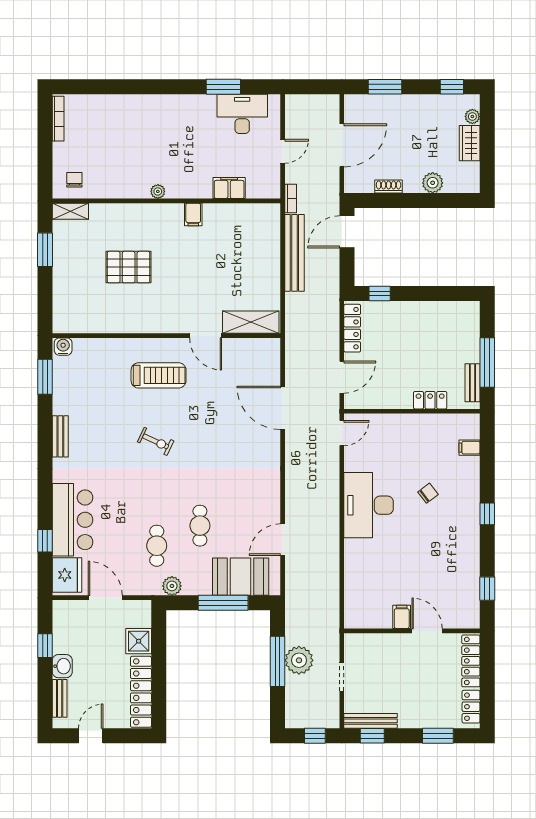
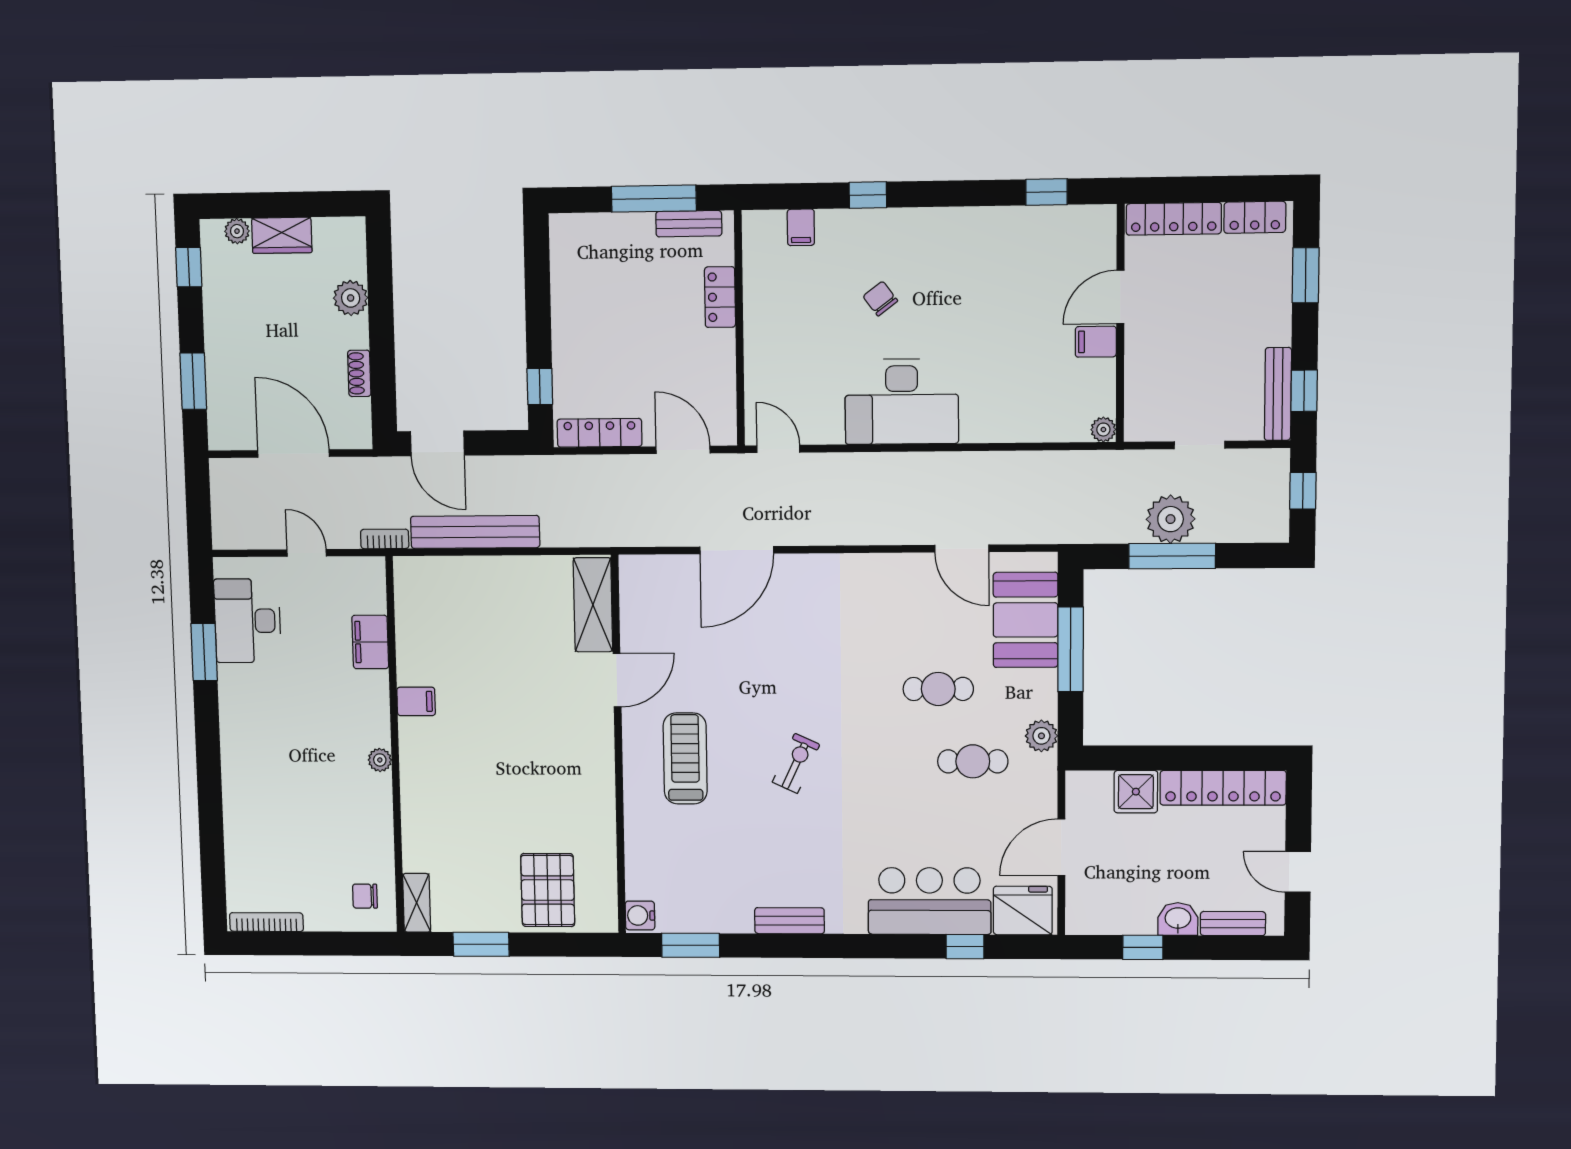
pallet: (129, 267) -> (548, 890), moved
window: (487, 514) -> (868, 195), moved
plant: (351, 621) -> (1103, 430), added

